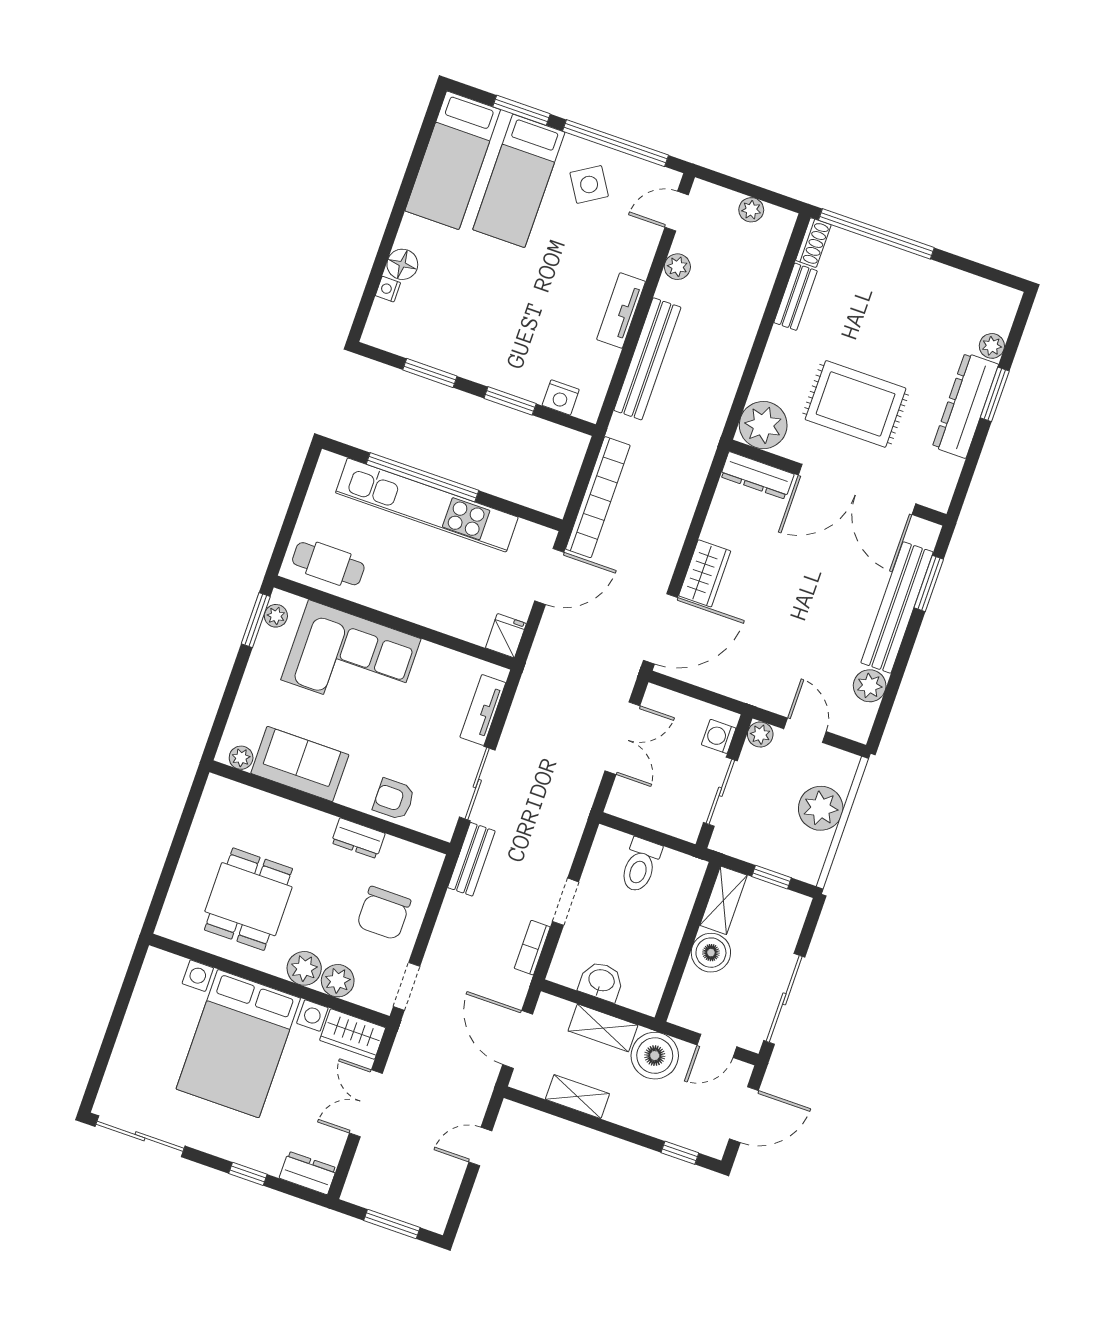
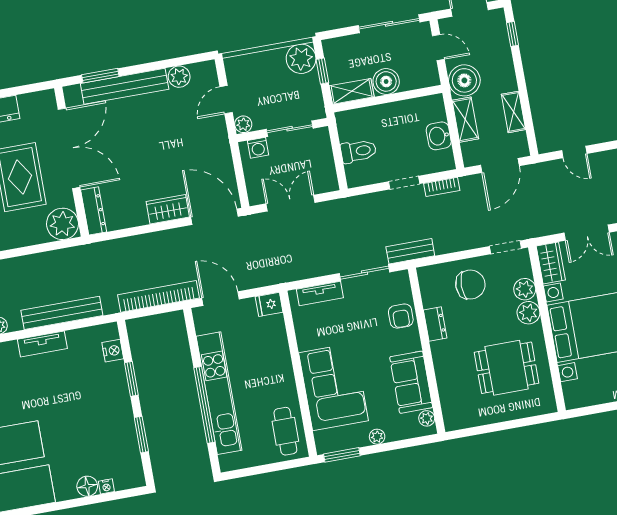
plant: (276, 616) -> (377, 437), moved
plant: (821, 808) -> (301, 59), moved

